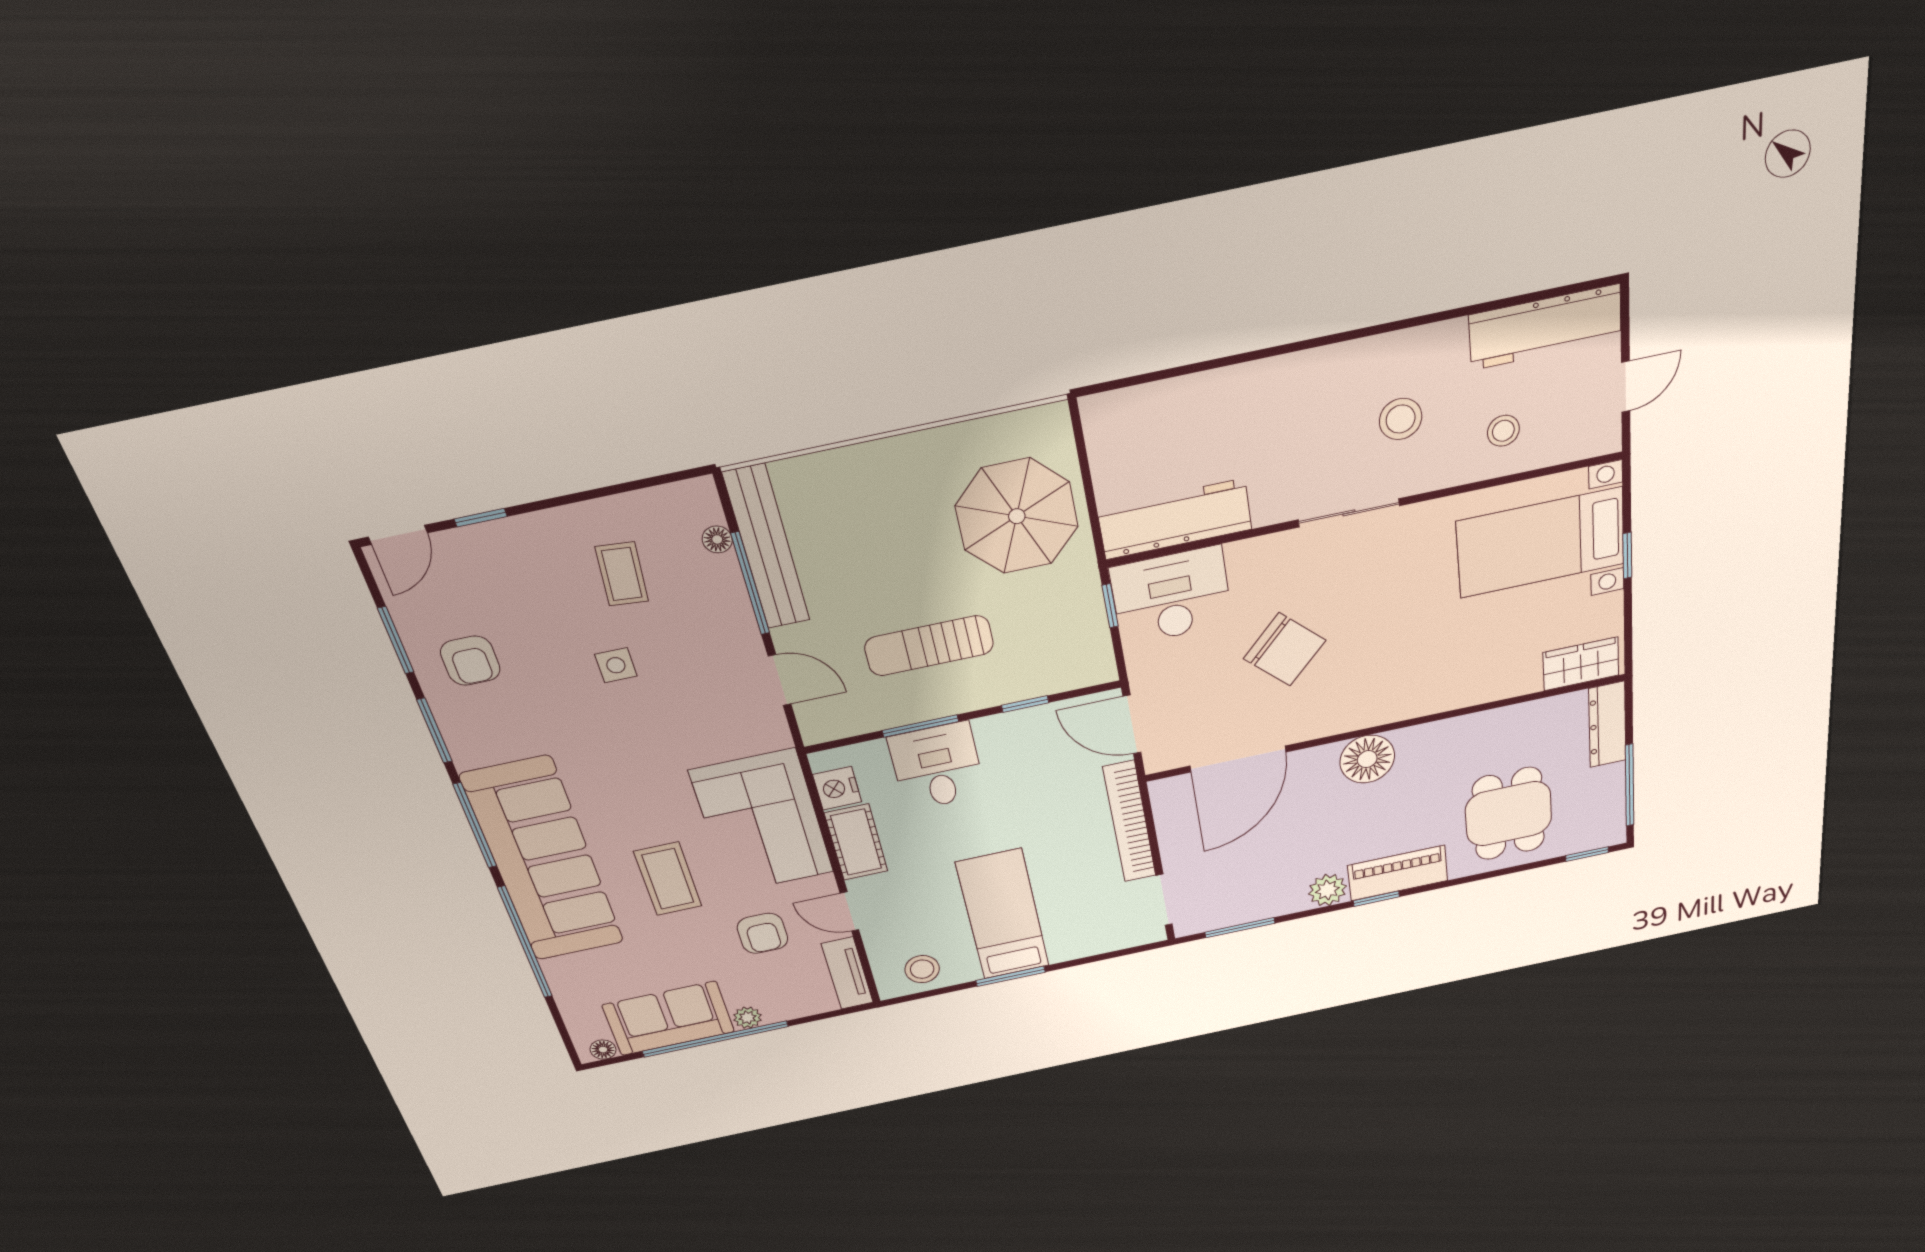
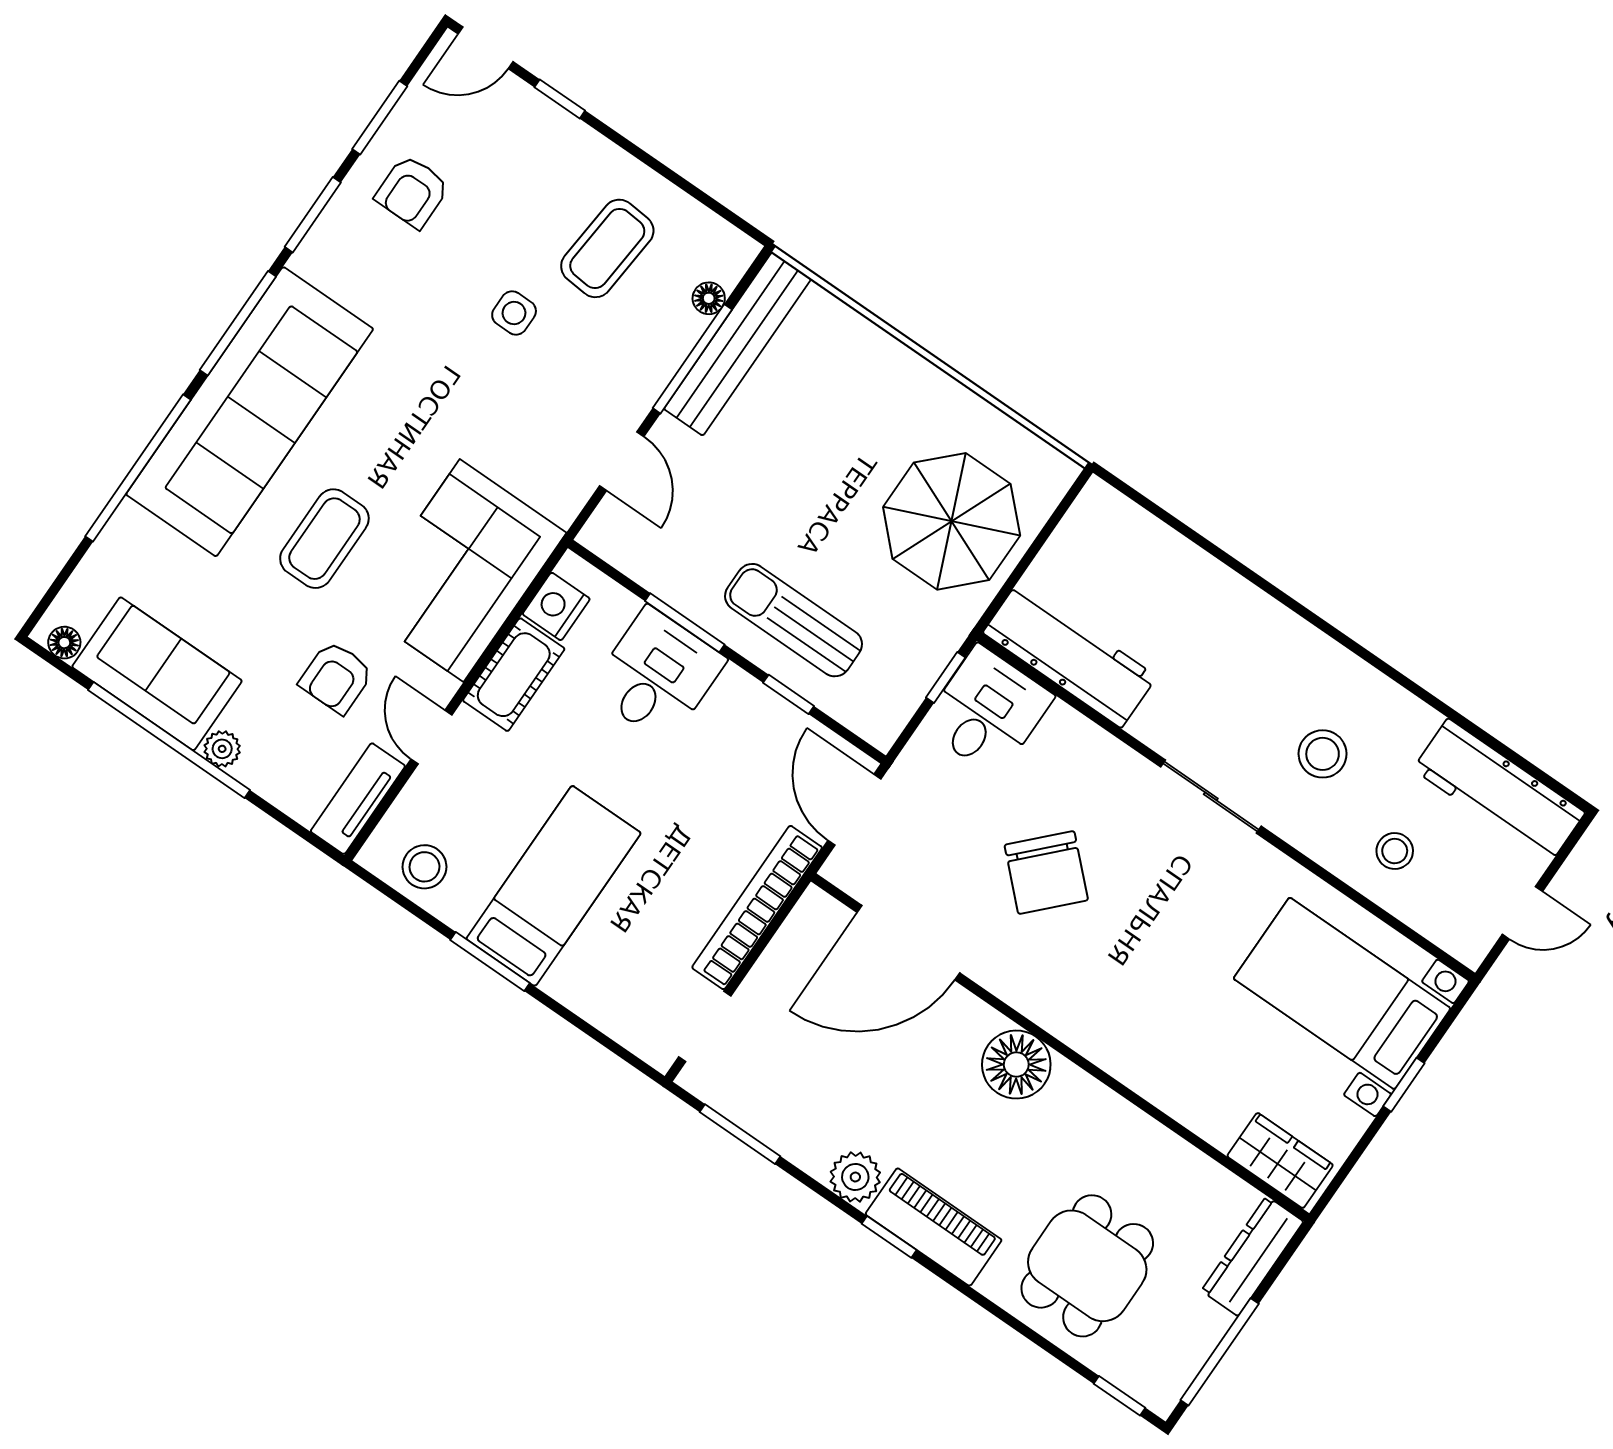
coffee table: (622, 574) -> (607, 248), width x1.36, depth x1.30
desk: (1171, 596) -> (987, 711), width x0.73
sun lounger: (929, 646) -> (794, 620), moved

